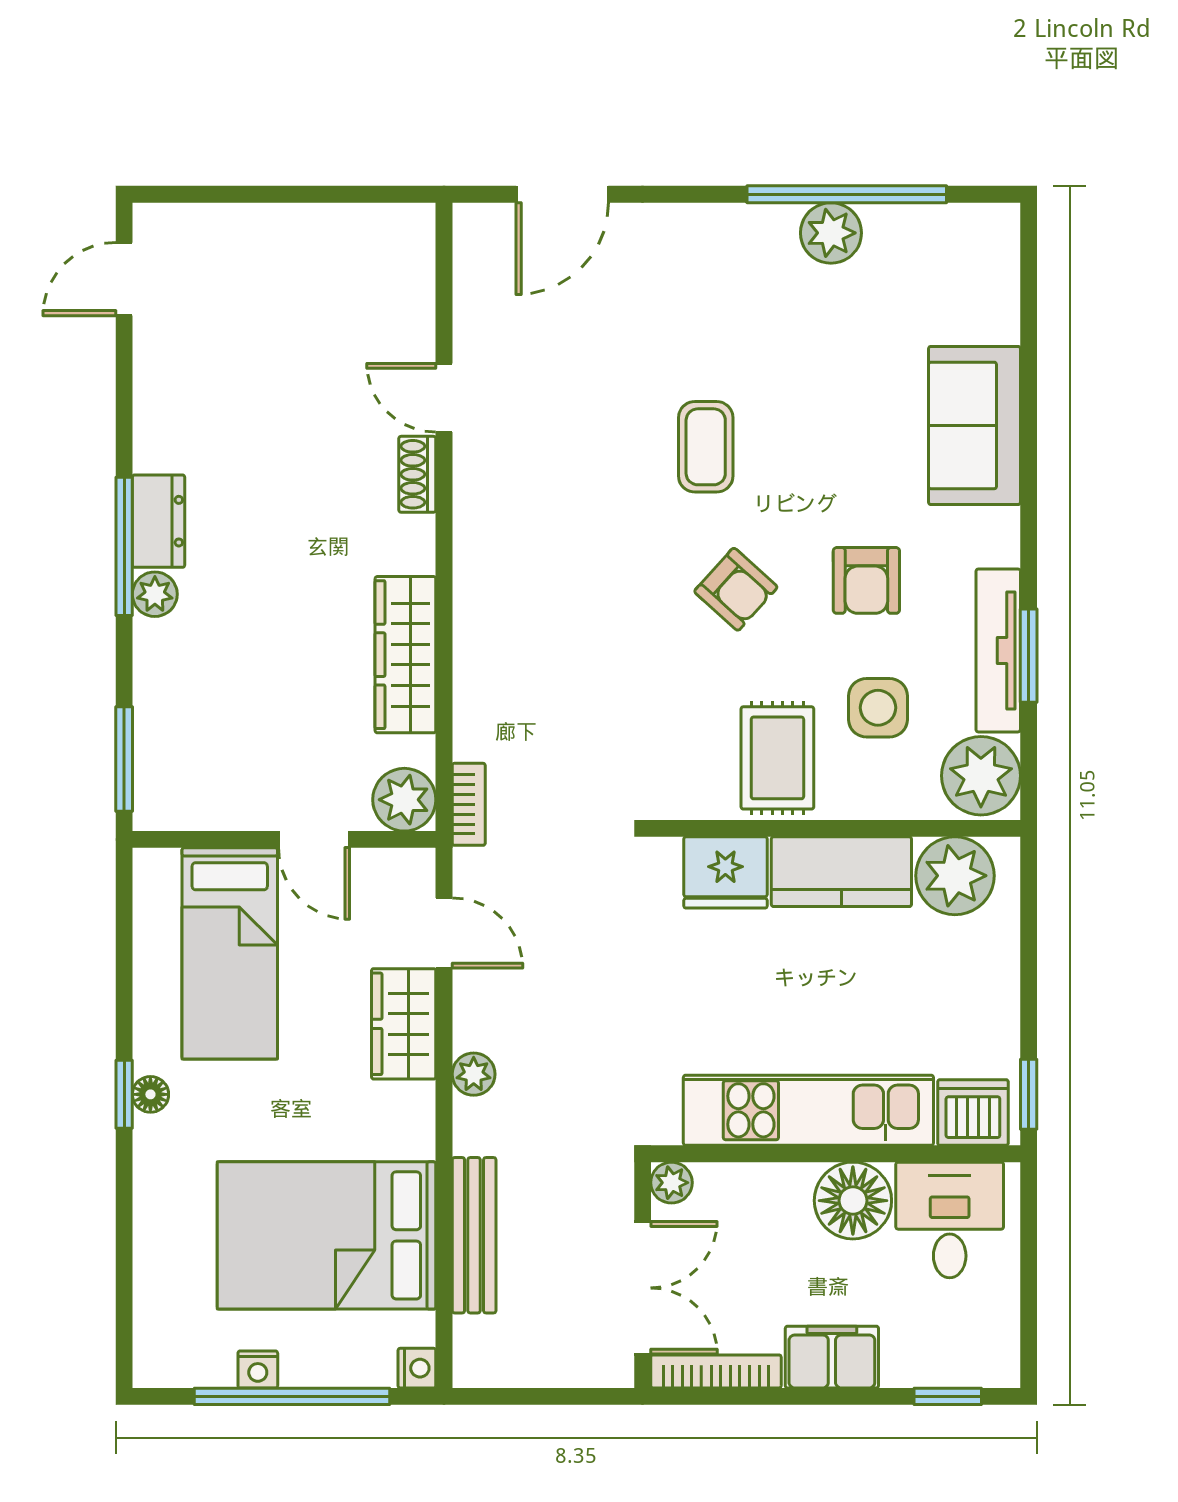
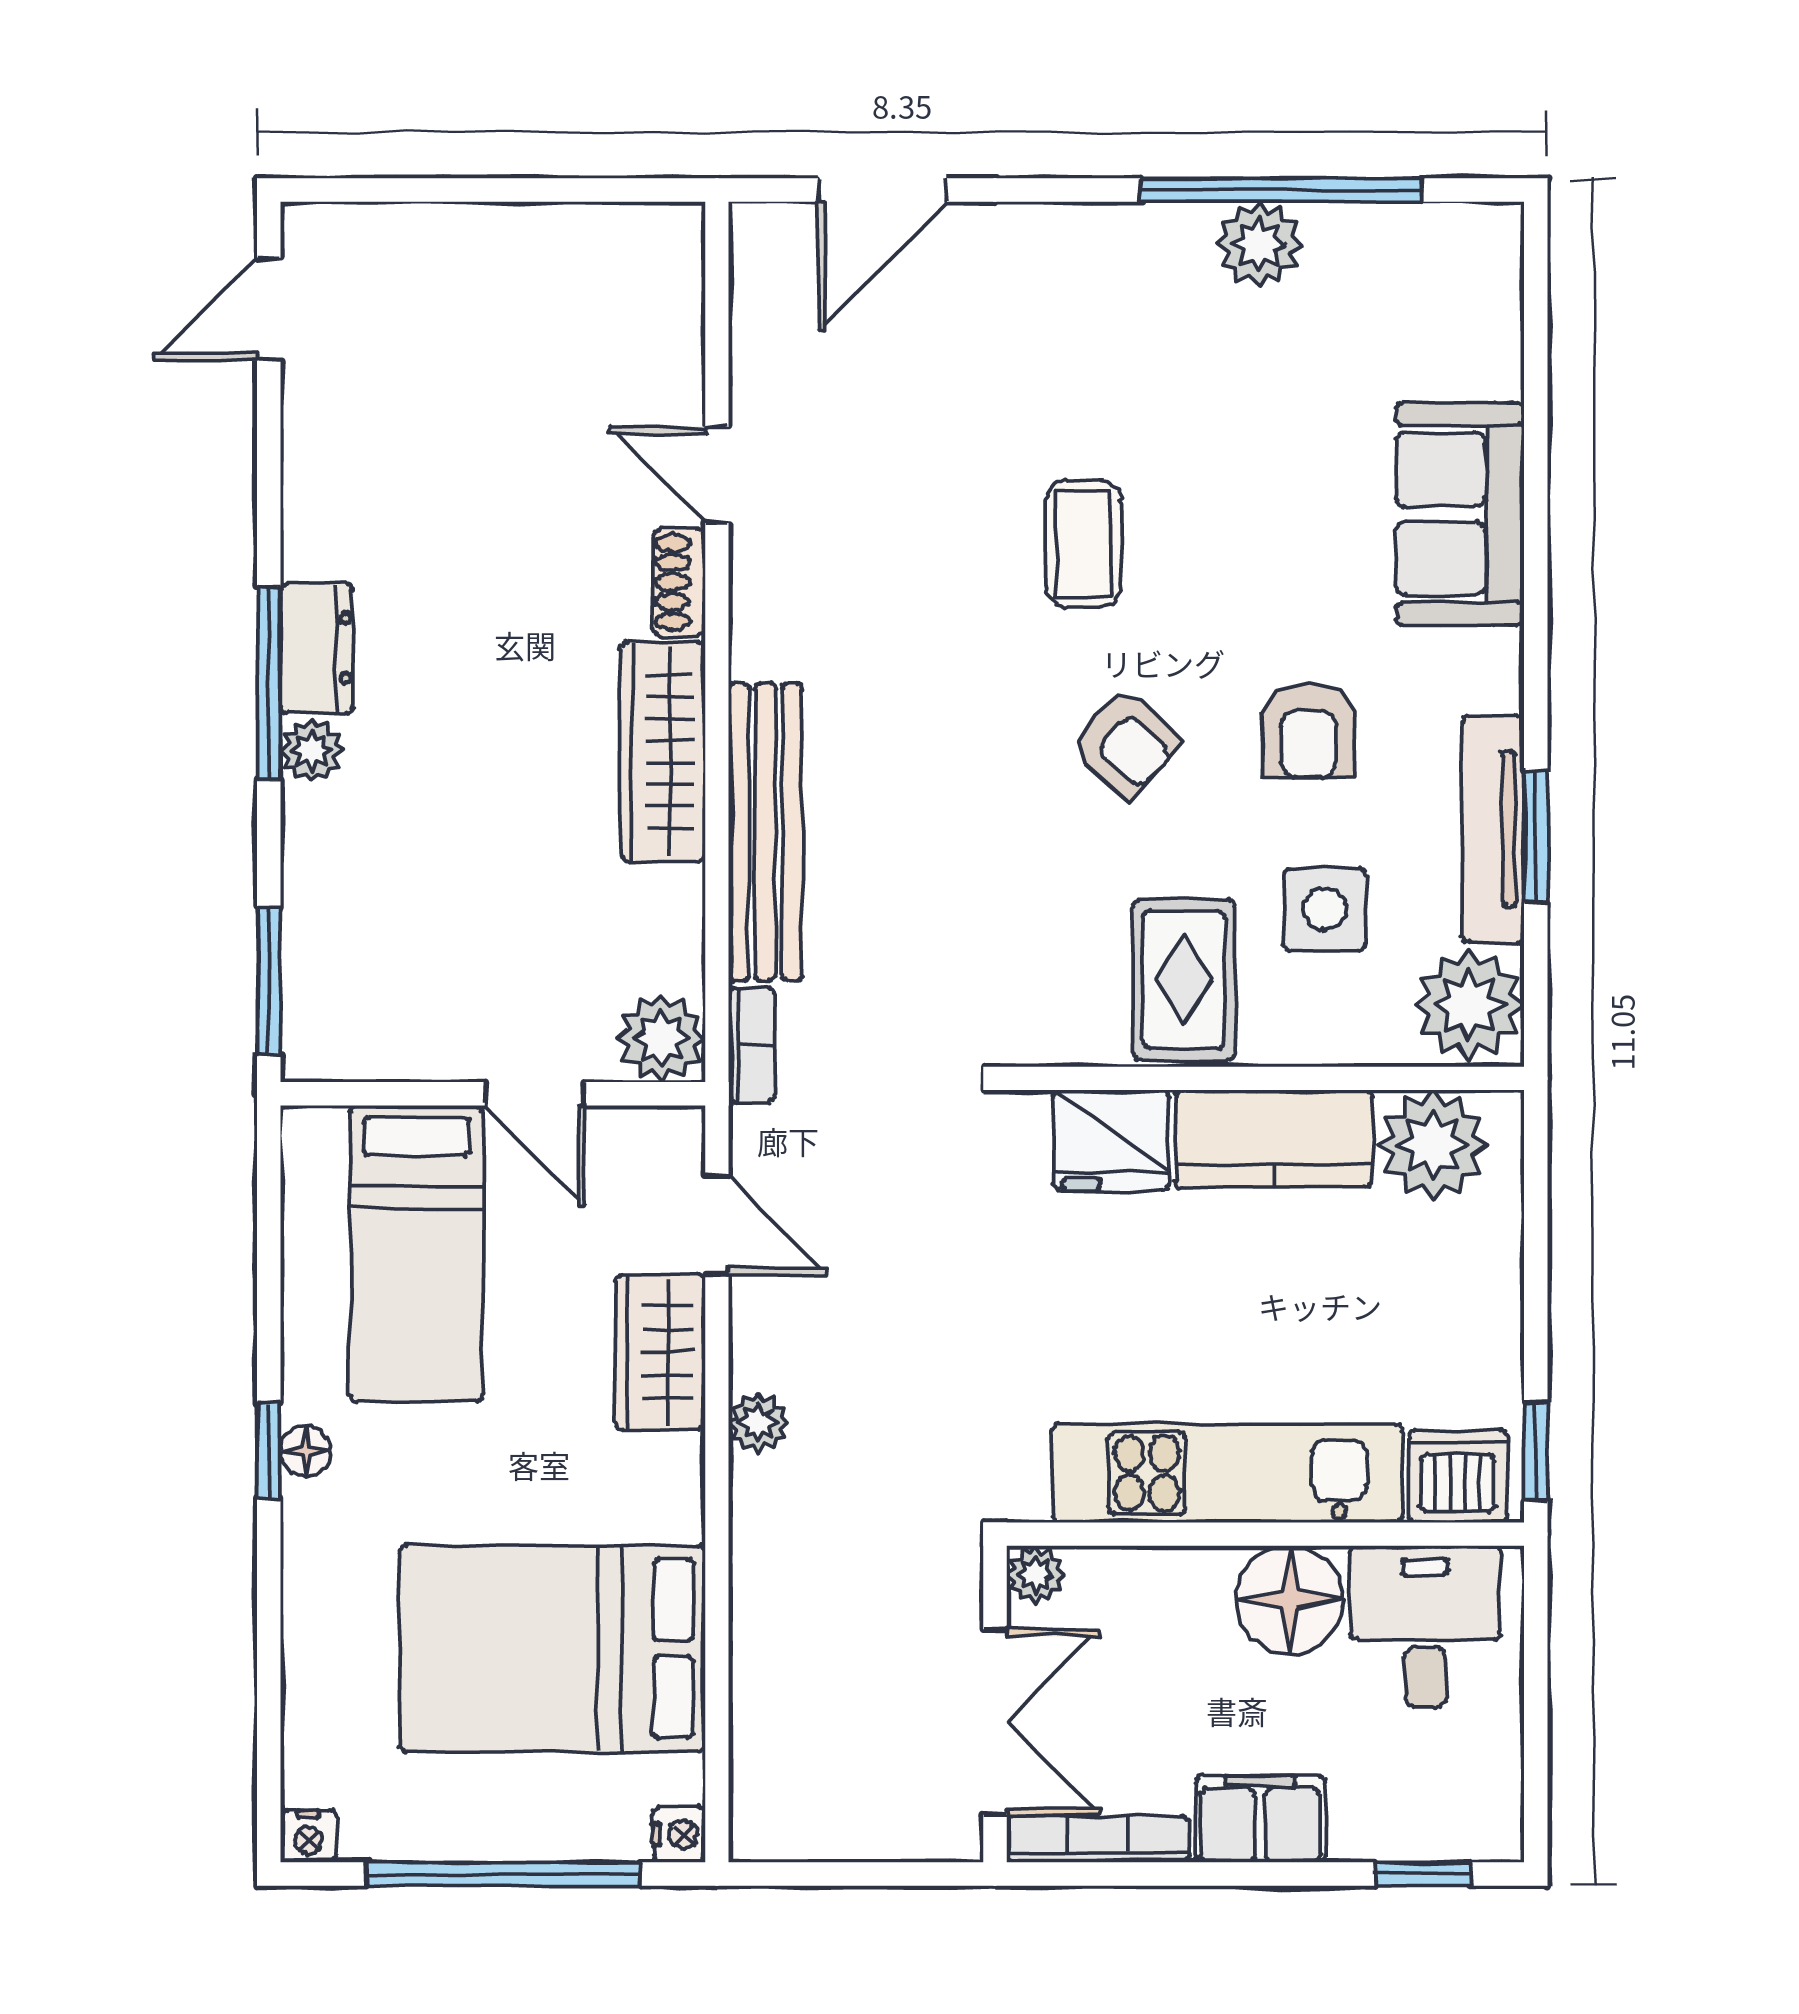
wardrobe: (405, 655) -> (663, 751), moved
bench: (474, 1235) -> (765, 832), moved, width x1.37, depth x1.21
nightstand: (258, 1369) -> (308, 1836), moved

